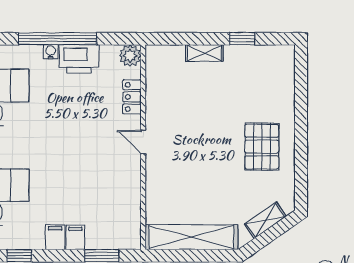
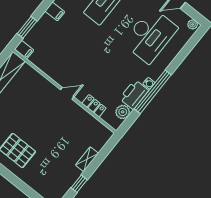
plant: (130, 56) -> (123, 112), moved
filing cabinet: (75, 237) -> (24, 50), moved

